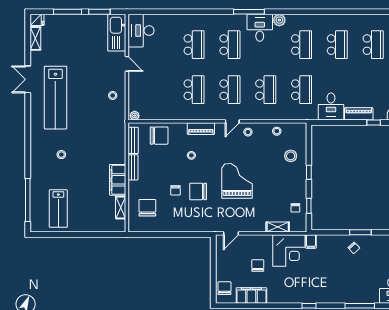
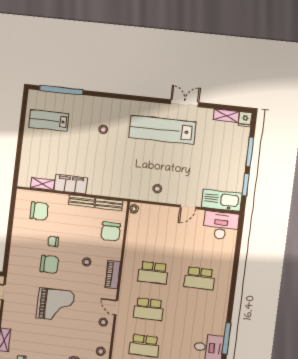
school desk: (230, 45) -> (195, 315), removed
chair: (198, 191) -> (49, 264), turned 90

